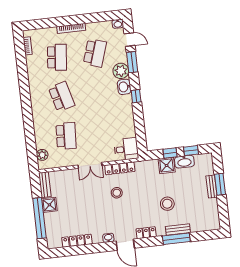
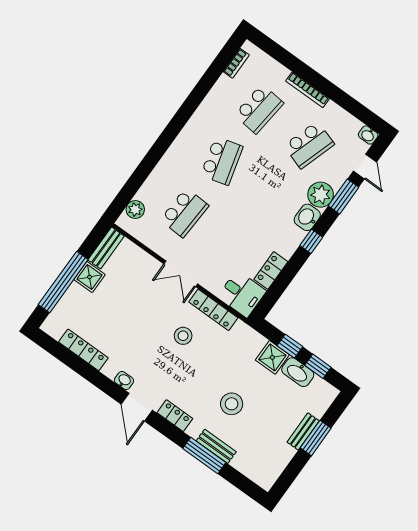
locker: (130, 126) -> (271, 270), added

